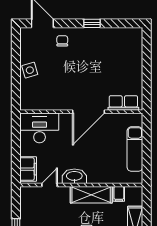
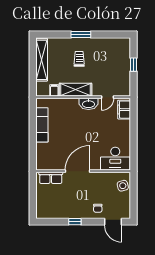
row of seats: (123, 103) -> (51, 178), moved
wall: (81, 112) -> (83, 171), moved
door: (89, 112) -> (77, 171), moved
desk: (40, 128) -> (115, 159), moved

